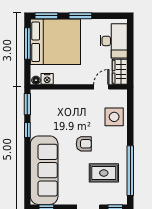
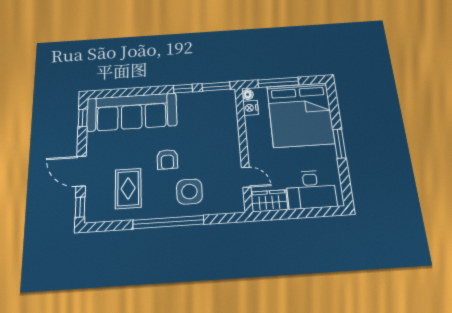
window: (46, 16) -> (333, 101), removed
window: (27, 43) -> (278, 82), moved
side table: (114, 117) -> (189, 192), moved
window: (130, 171) -> (168, 222), moved

